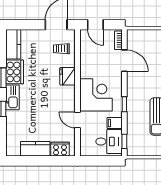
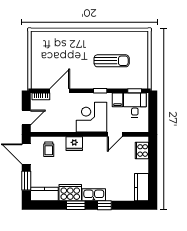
window: (28, 25) -> (26, 181), added
kitchen counter: (35, 149) -> (142, 187), moved

